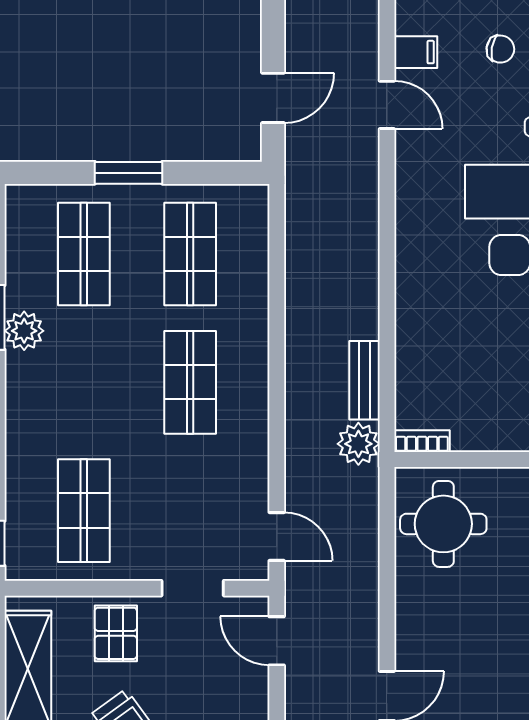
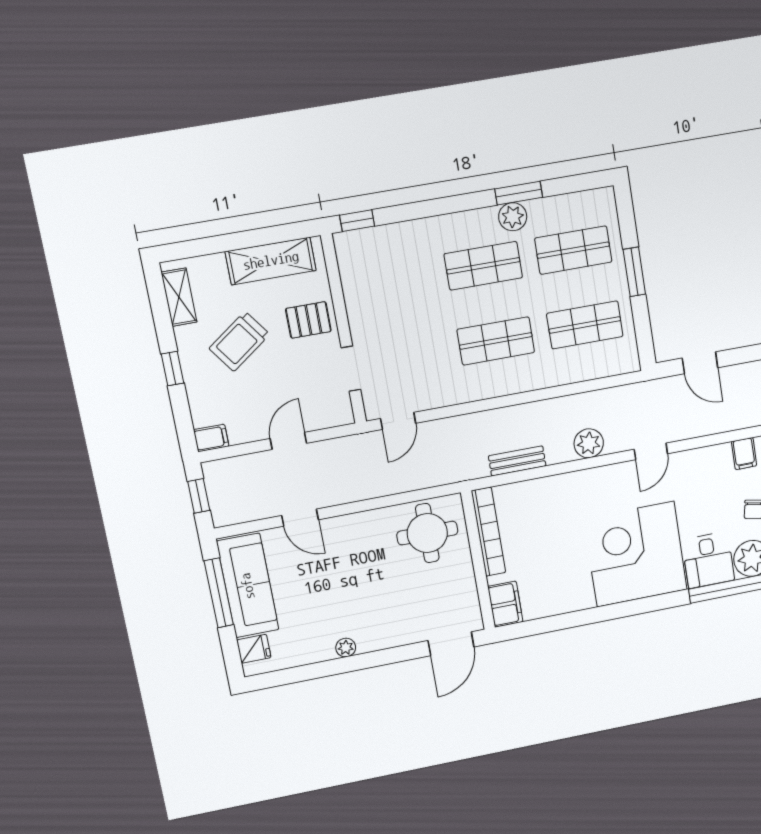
door: (387, 105) -> (651, 451), moved
bookcase: (422, 441) -> (488, 532), width x2.31, depth x1.31
plant: (358, 444) -> (589, 443), moved
shop shelf: (84, 511) -> (483, 266), moved
door: (277, 641) -> (288, 441), moved

